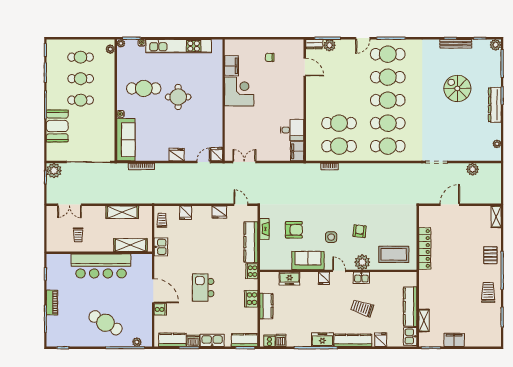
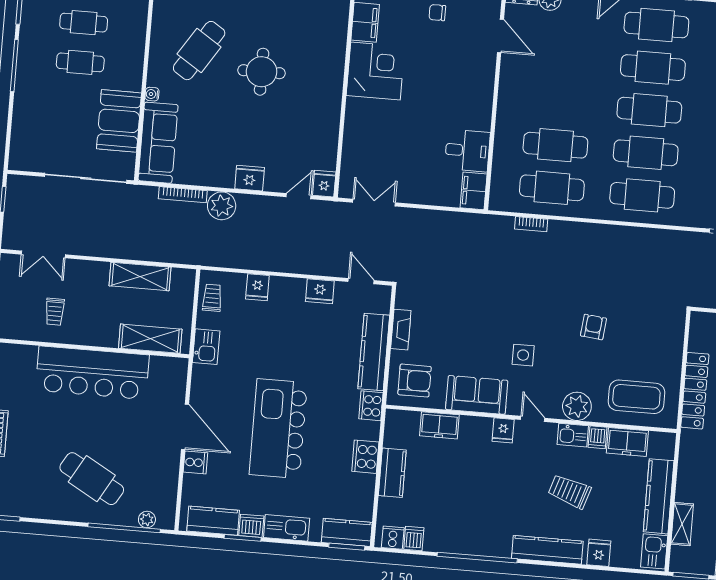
cafe table: (144, 88) -> (199, 51), turned -57
booth: (57, 126) -> (119, 121), moved
plant: (54, 171) -> (222, 206), moved
armchair: (294, 230) -> (415, 381), moved
armchair: (360, 231) -> (593, 327), moved
dishwasher: (375, 278) -> (598, 437), added
kitchen island: (203, 288) -> (278, 429), width x1.87, depth x1.28
freezer: (322, 340) -> (627, 442), moved, turned 180

